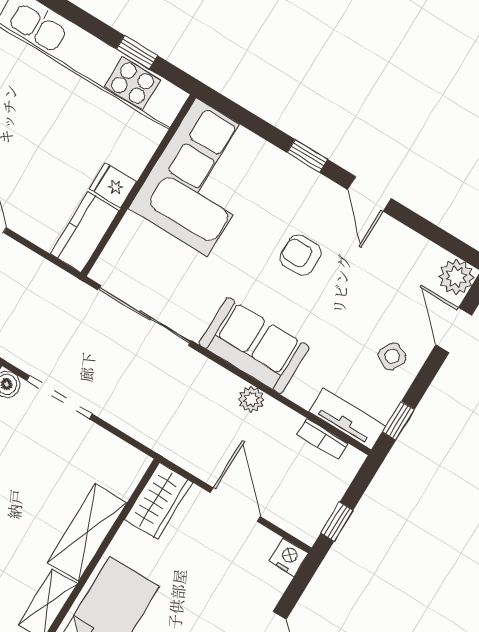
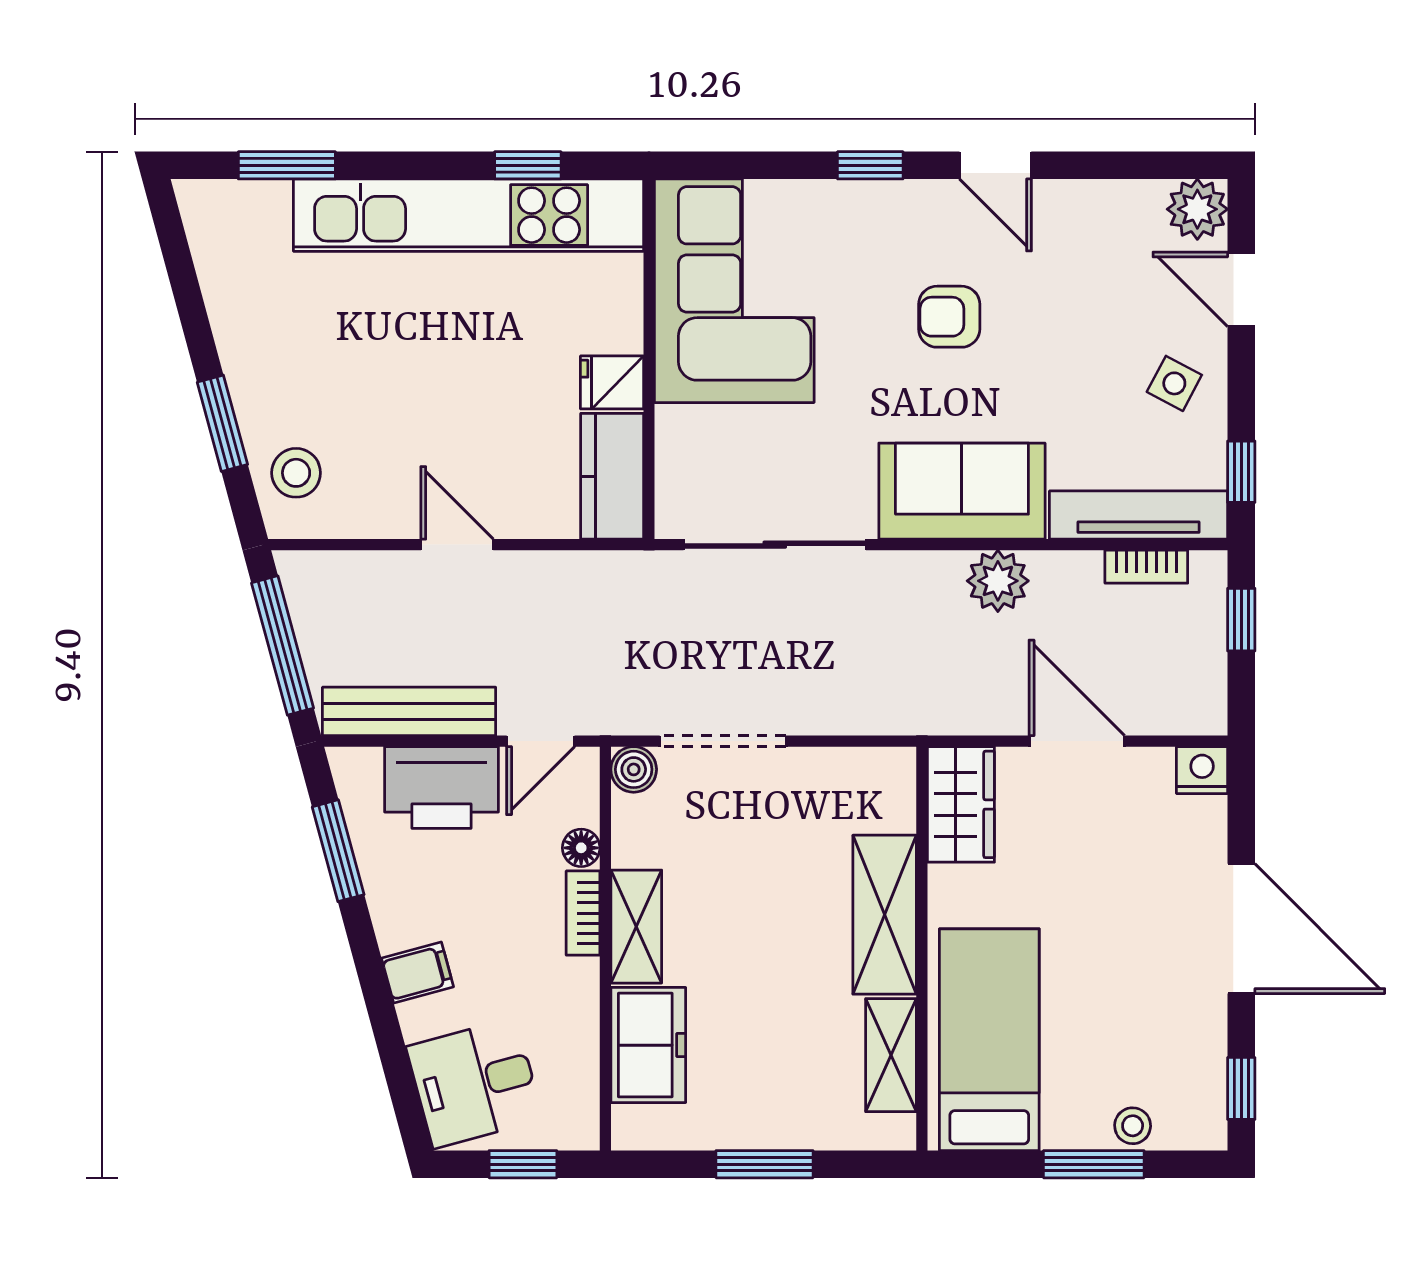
plant: (251, 399) -> (998, 581), width x1.38, depth x1.38
tv unit: (347, 419) -> (1138, 515), width x1.41
window: (337, 522) -> (1241, 620), moved

